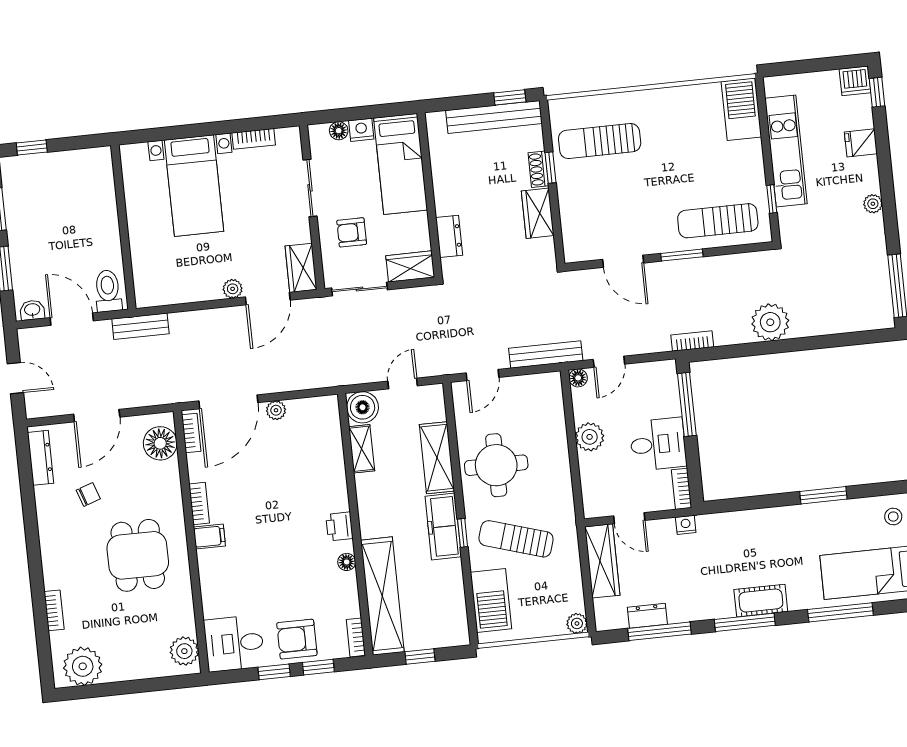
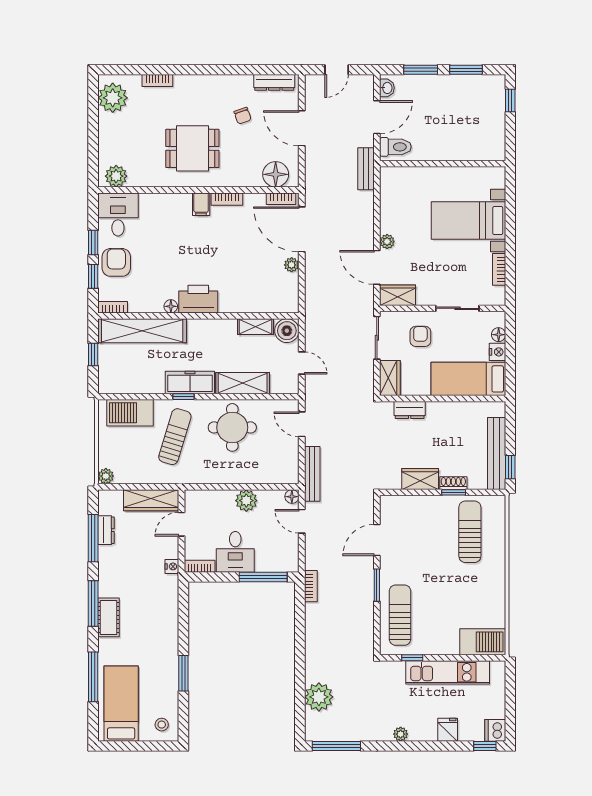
plant: (770, 322) -> (319, 697), moved
printer: (339, 526) -> (198, 299), width x1.87, depth x1.48

